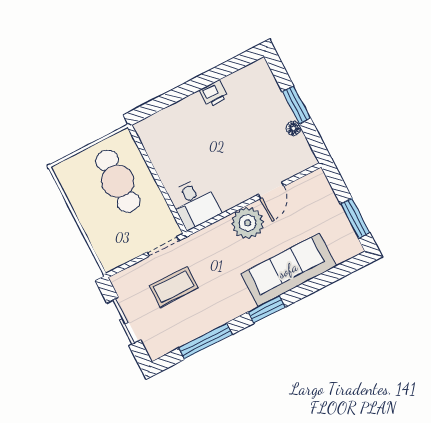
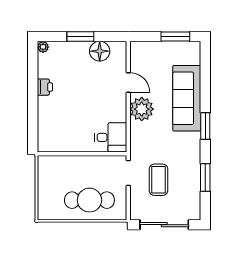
plant: (261, 67) -> (43, 47), added
floor lamp: (293, 128) -> (100, 51), width x1.89, depth x1.89
cafe table: (118, 181) -> (89, 200), moved
sliding door: (124, 321) -> (164, 225), width x1.37
window: (205, 341) -> (205, 178), width x0.69

